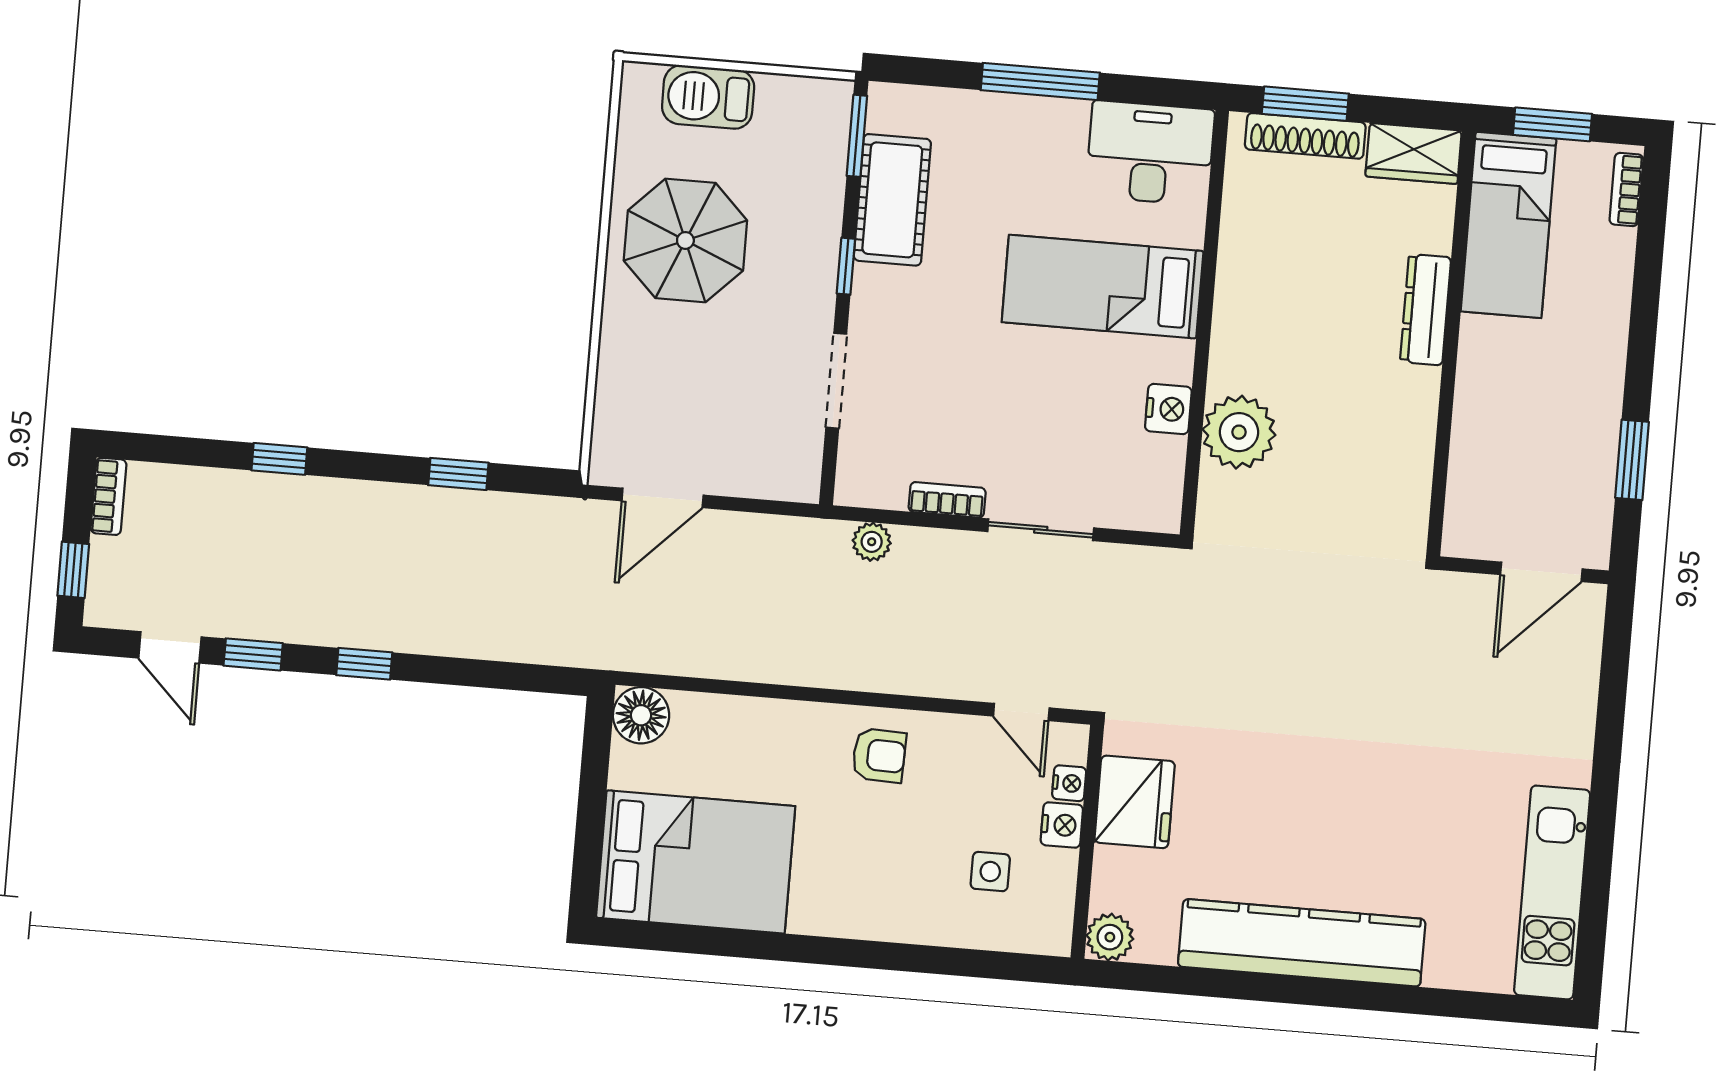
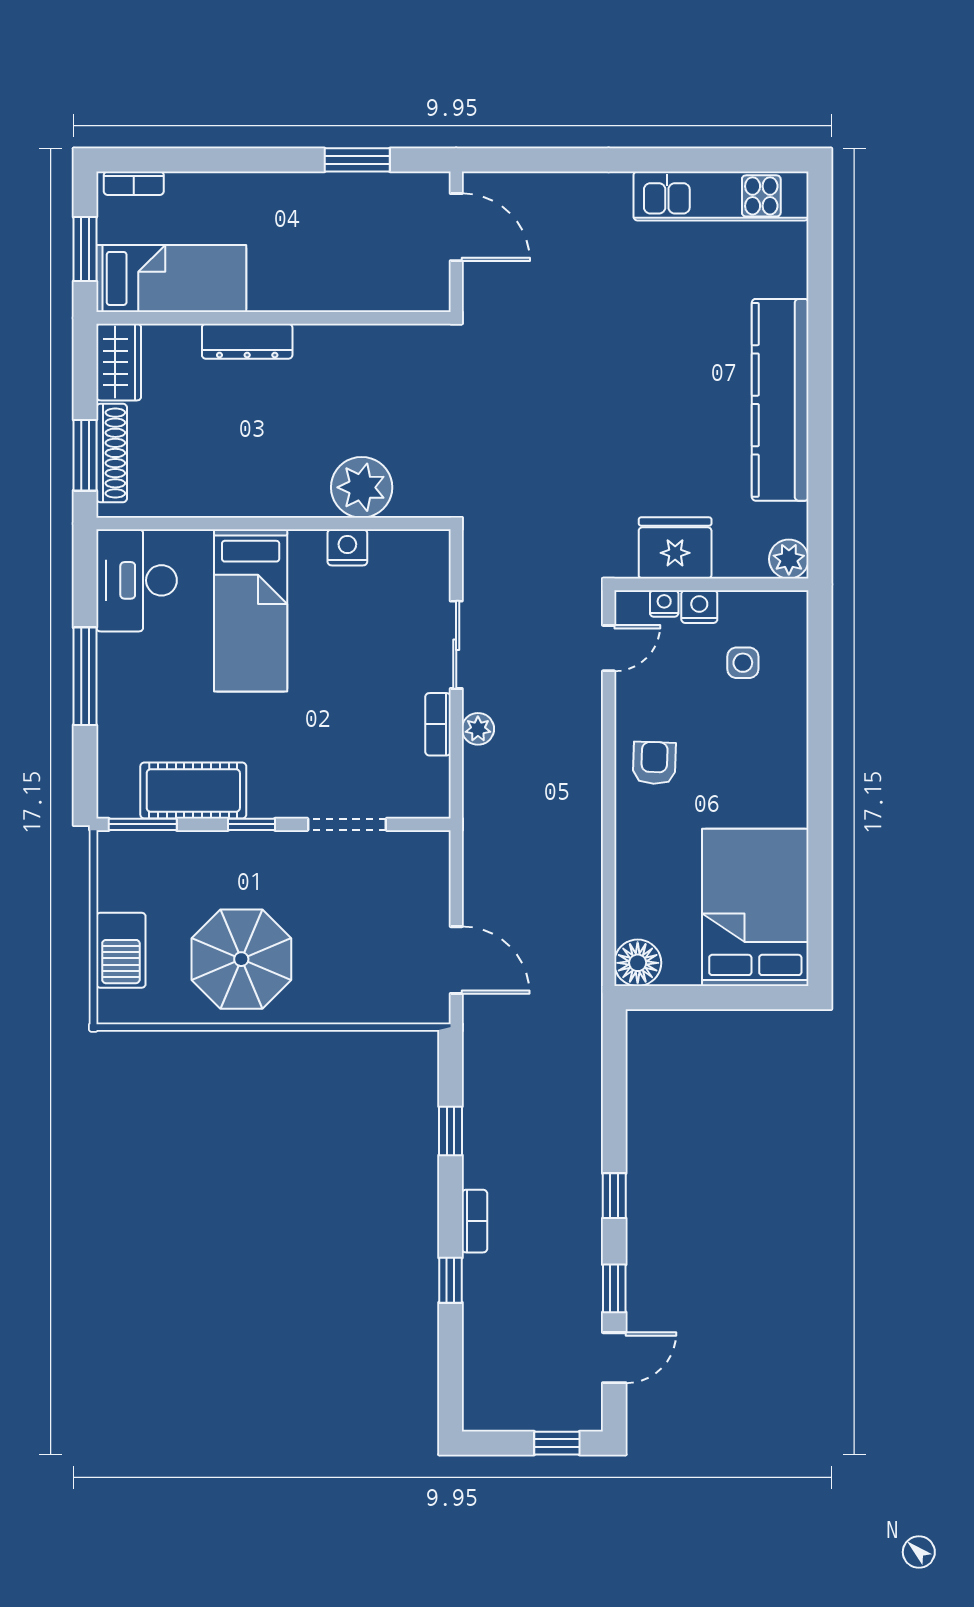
bookcase: (108, 496) -> (475, 1221), moved, turned 90
plant: (872, 542) -> (478, 729), moved

